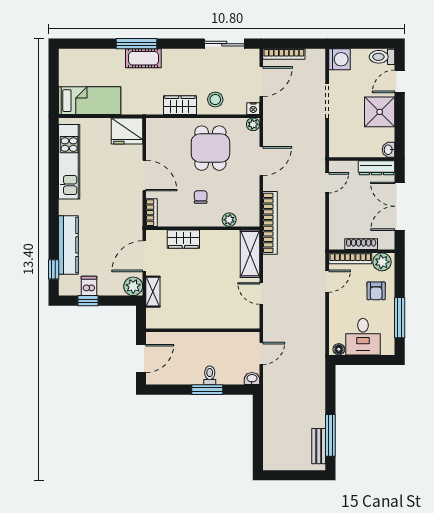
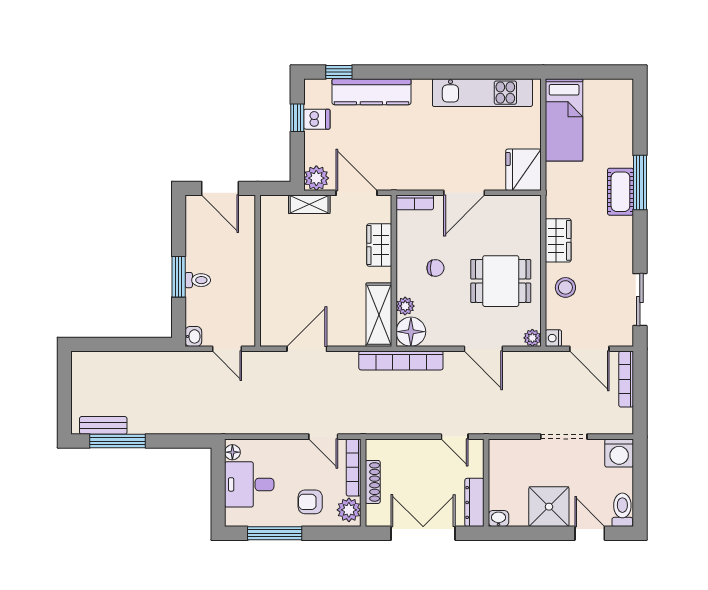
floor lamp: (248, 215) -> (411, 332), added
shelving: (250, 254) -> (379, 315), moved, turned 90
door: (261, 293) -> (307, 349), width x1.38

